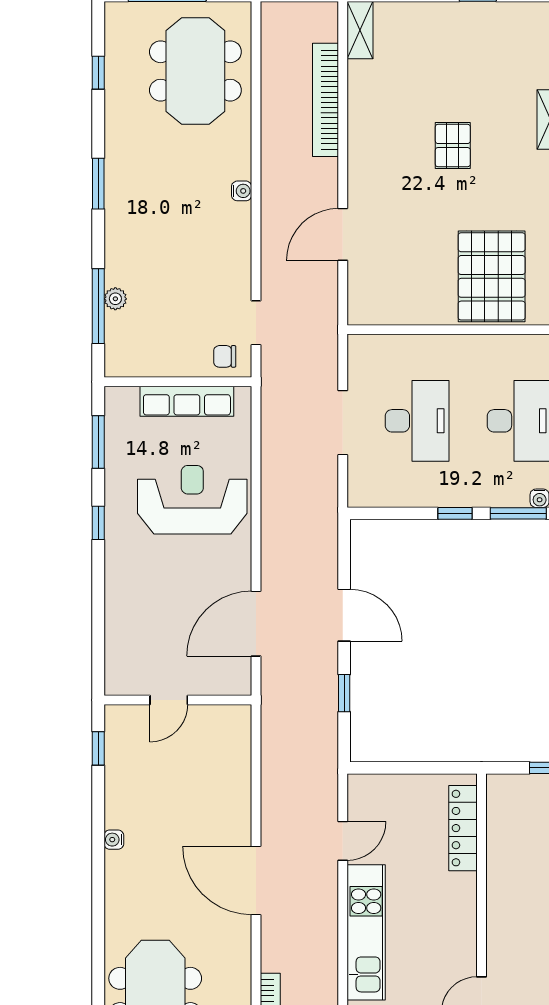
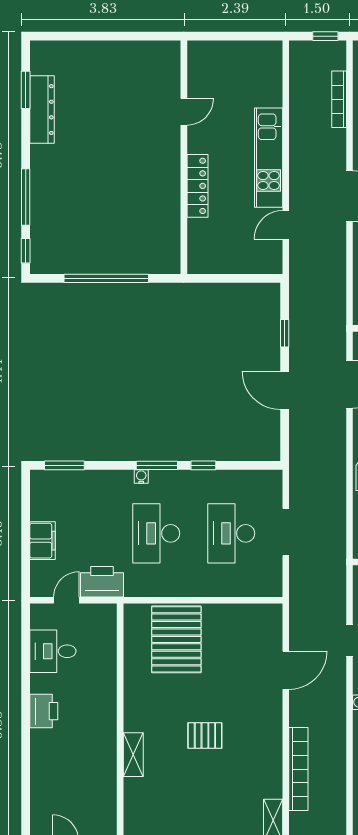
pallet: (453, 146) -> (205, 736), turned 90
doorway: (256, 323) -> (350, 641), moved
locker: (463, 828) -> (197, 186), moved

